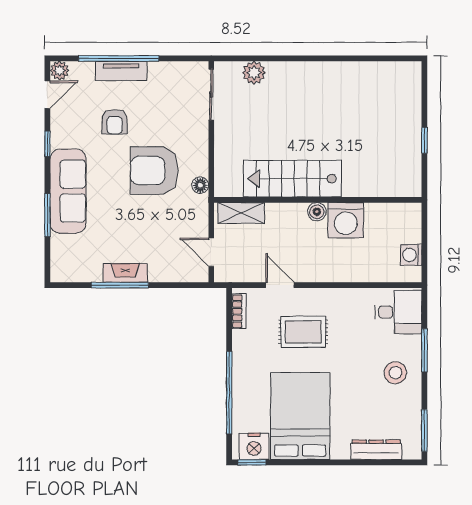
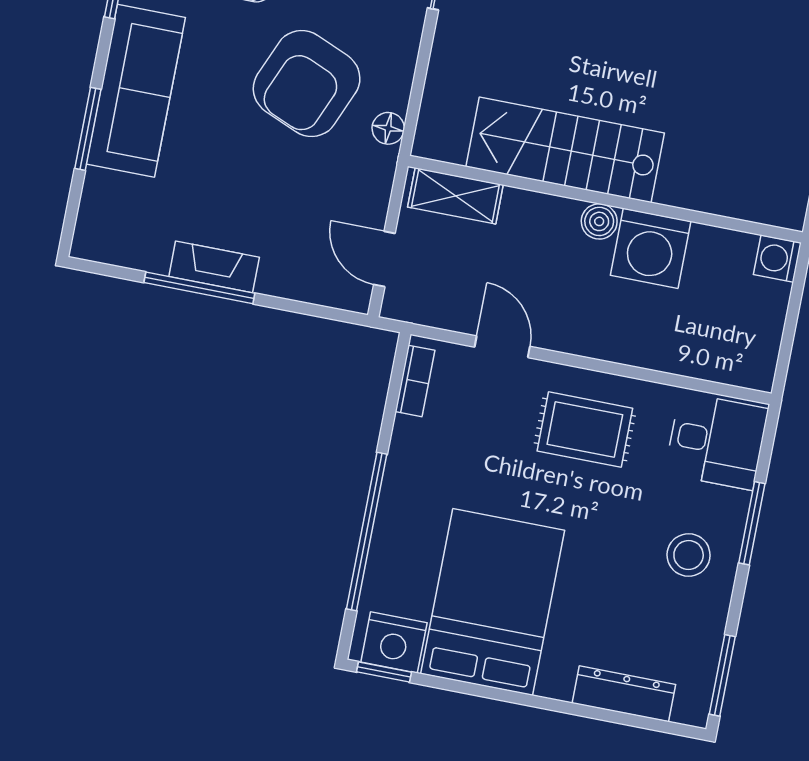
armchair: (154, 170) -> (307, 83), turned -67
washing machine: (411, 255) -> (777, 259), moved
rug: (303, 332) -> (585, 430), moved

